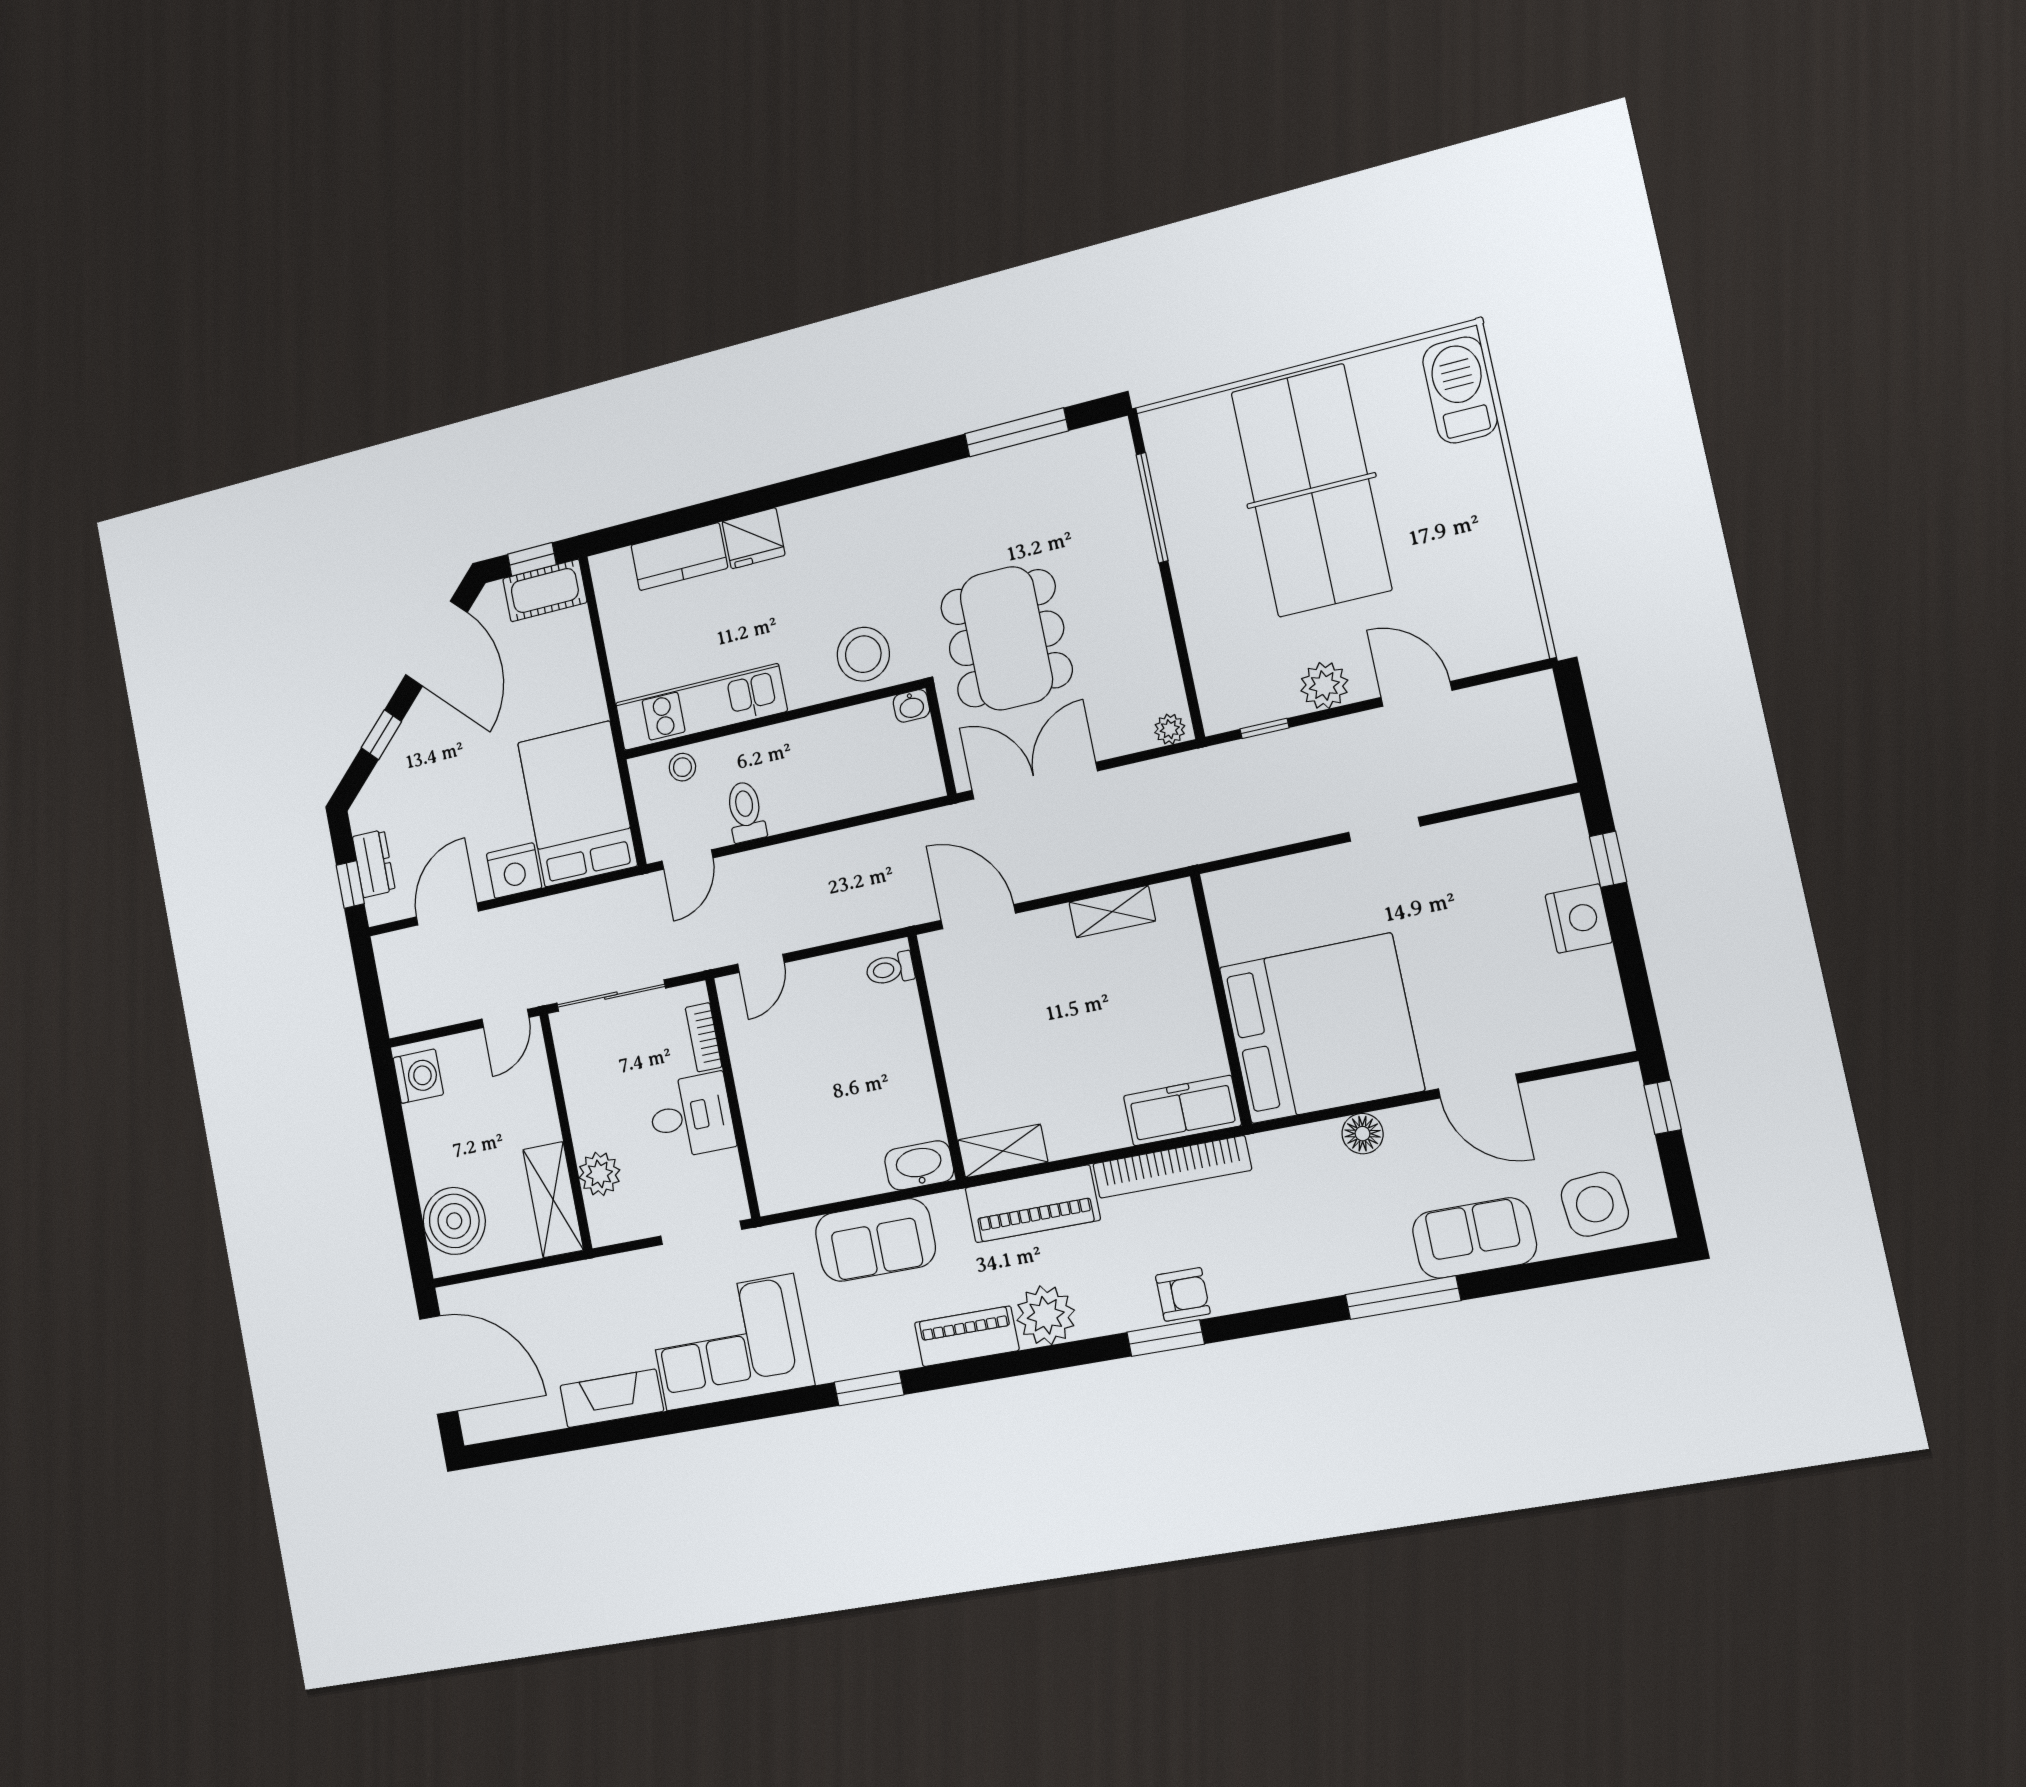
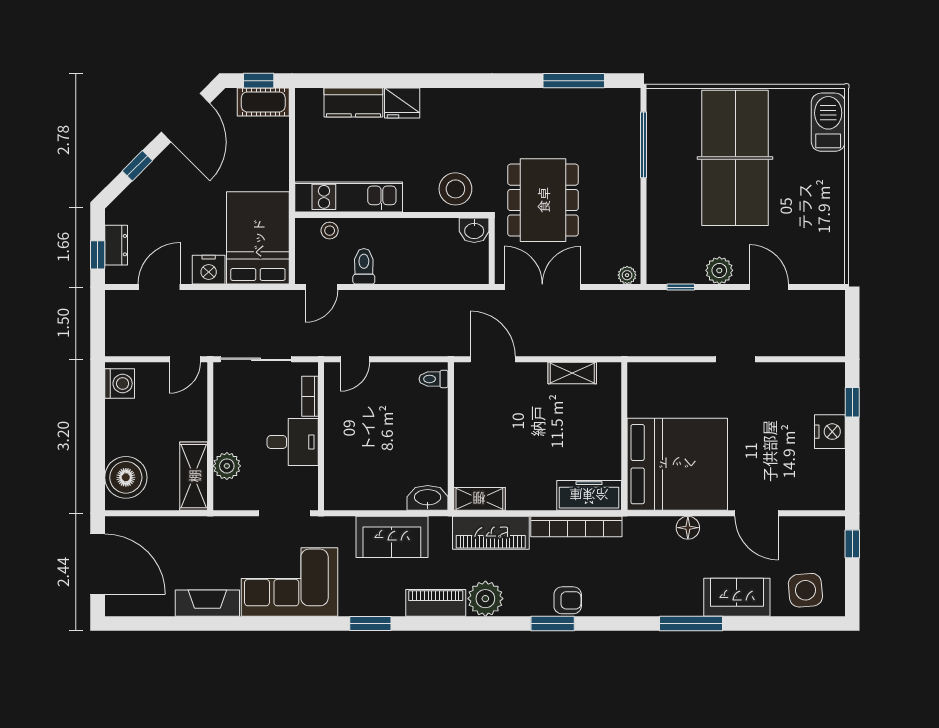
washbasin: (911, 706) -> (474, 230), width x1.38, depth x1.45

